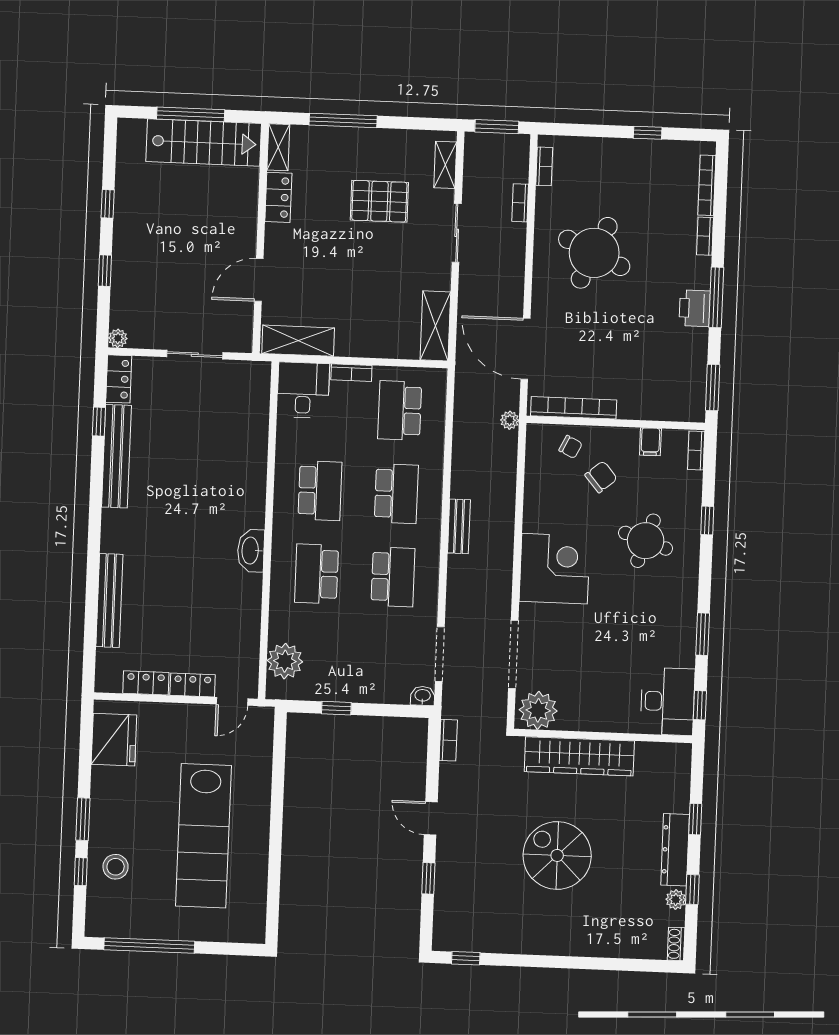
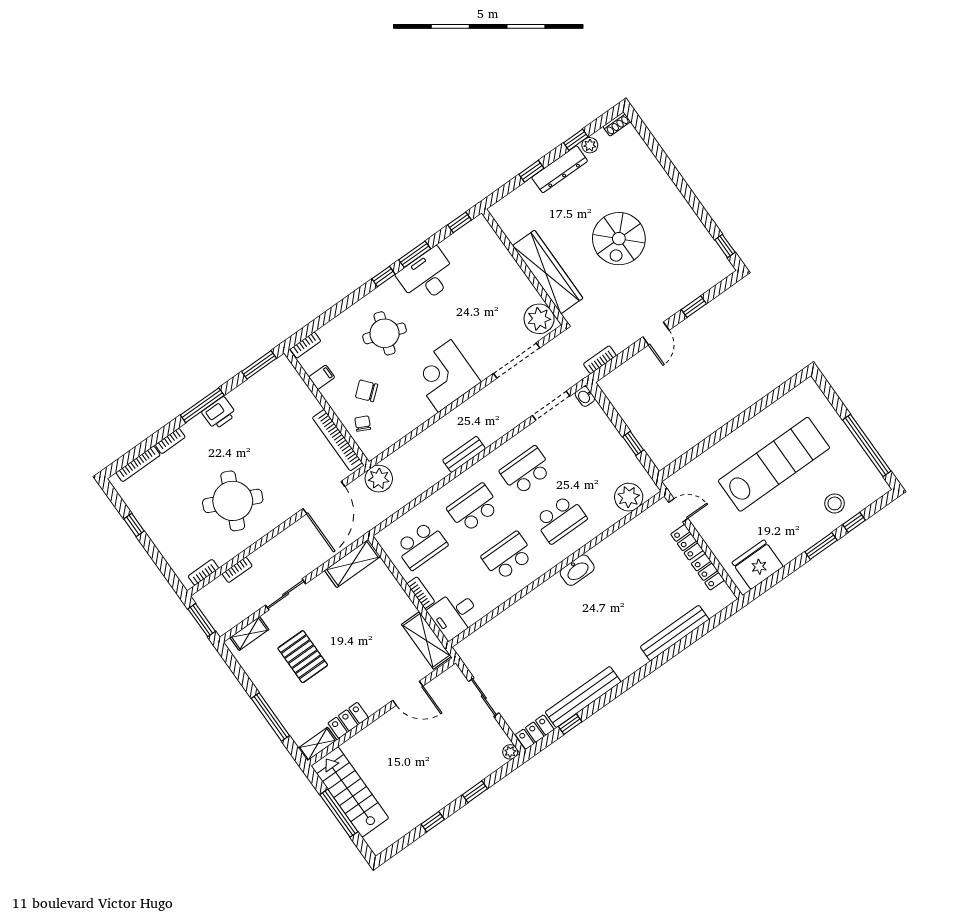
plant: (510, 420) -> (379, 479), width x1.88, depth x1.88
window: (707, 520) -> (383, 276), moved
desk: (668, 701) -> (427, 276), moved

